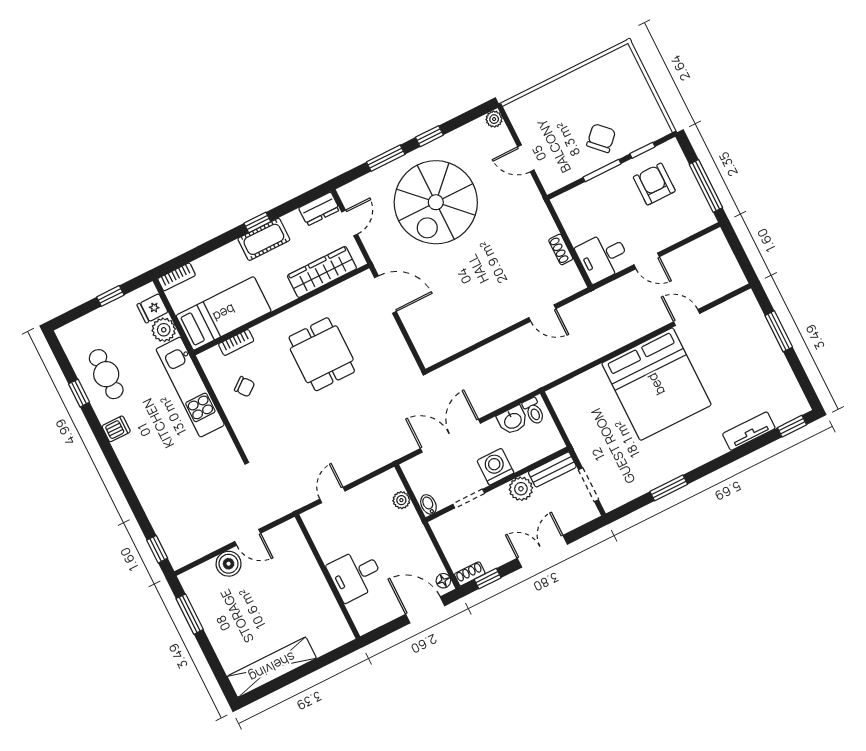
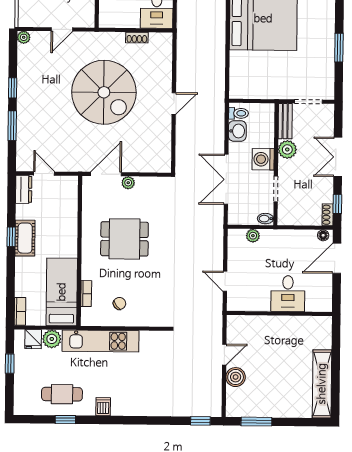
spiral stairs: (436, 202) -> (104, 92), moved
wardrobe: (322, 272) -> (68, 210), removed
door: (542, 313) -> (174, 104), moved
plant: (389, 325) -> (128, 183), added

